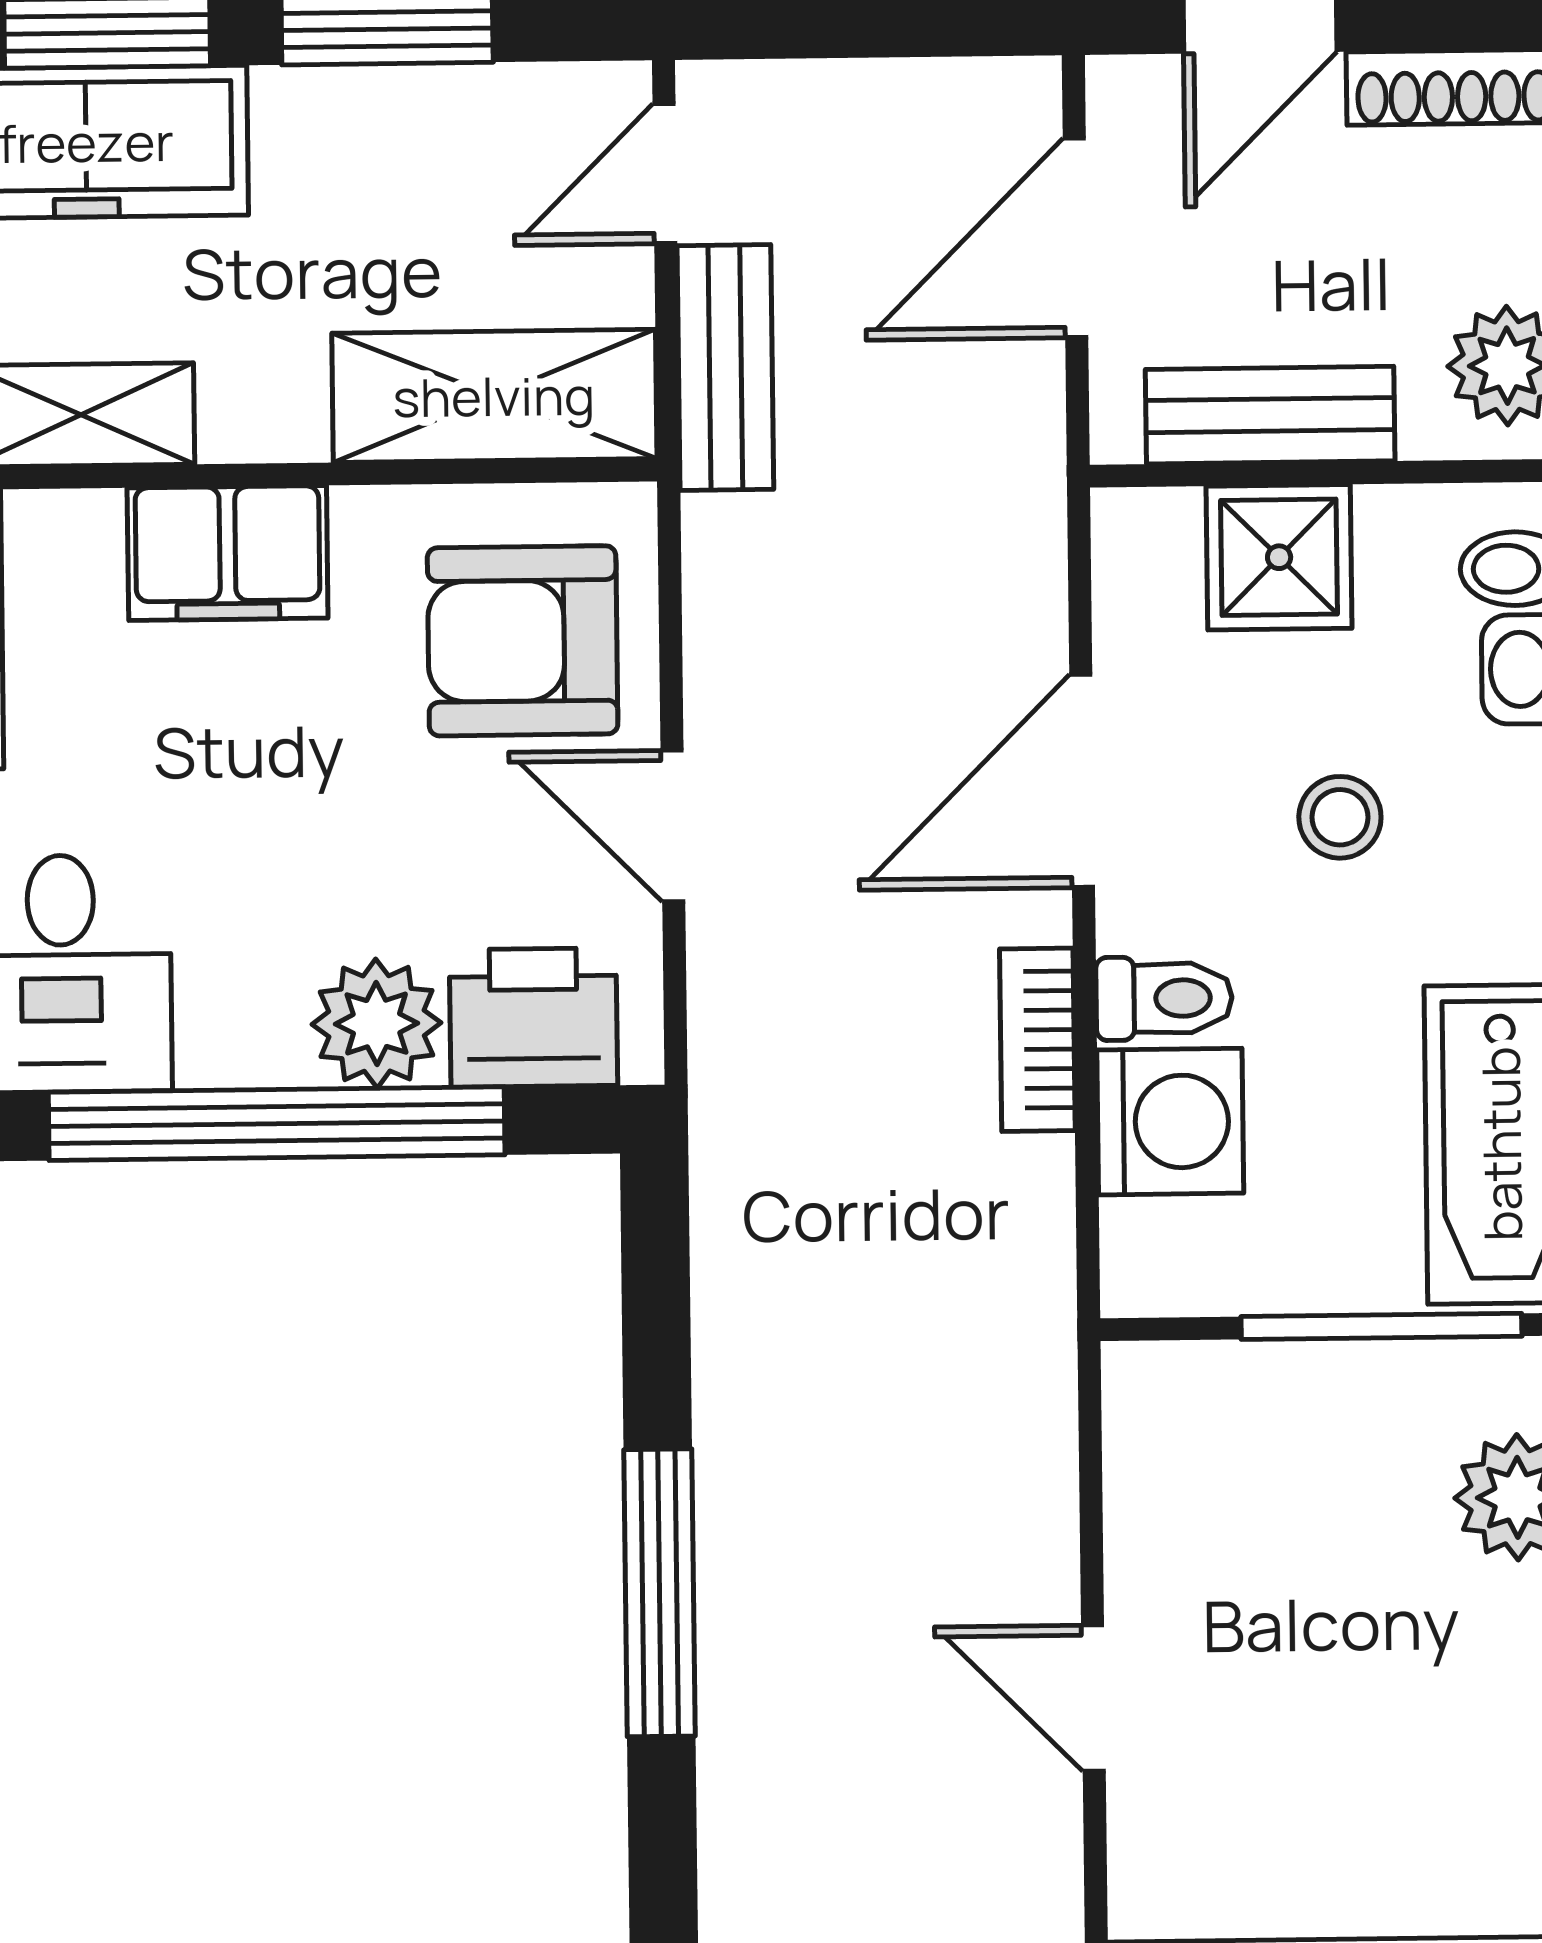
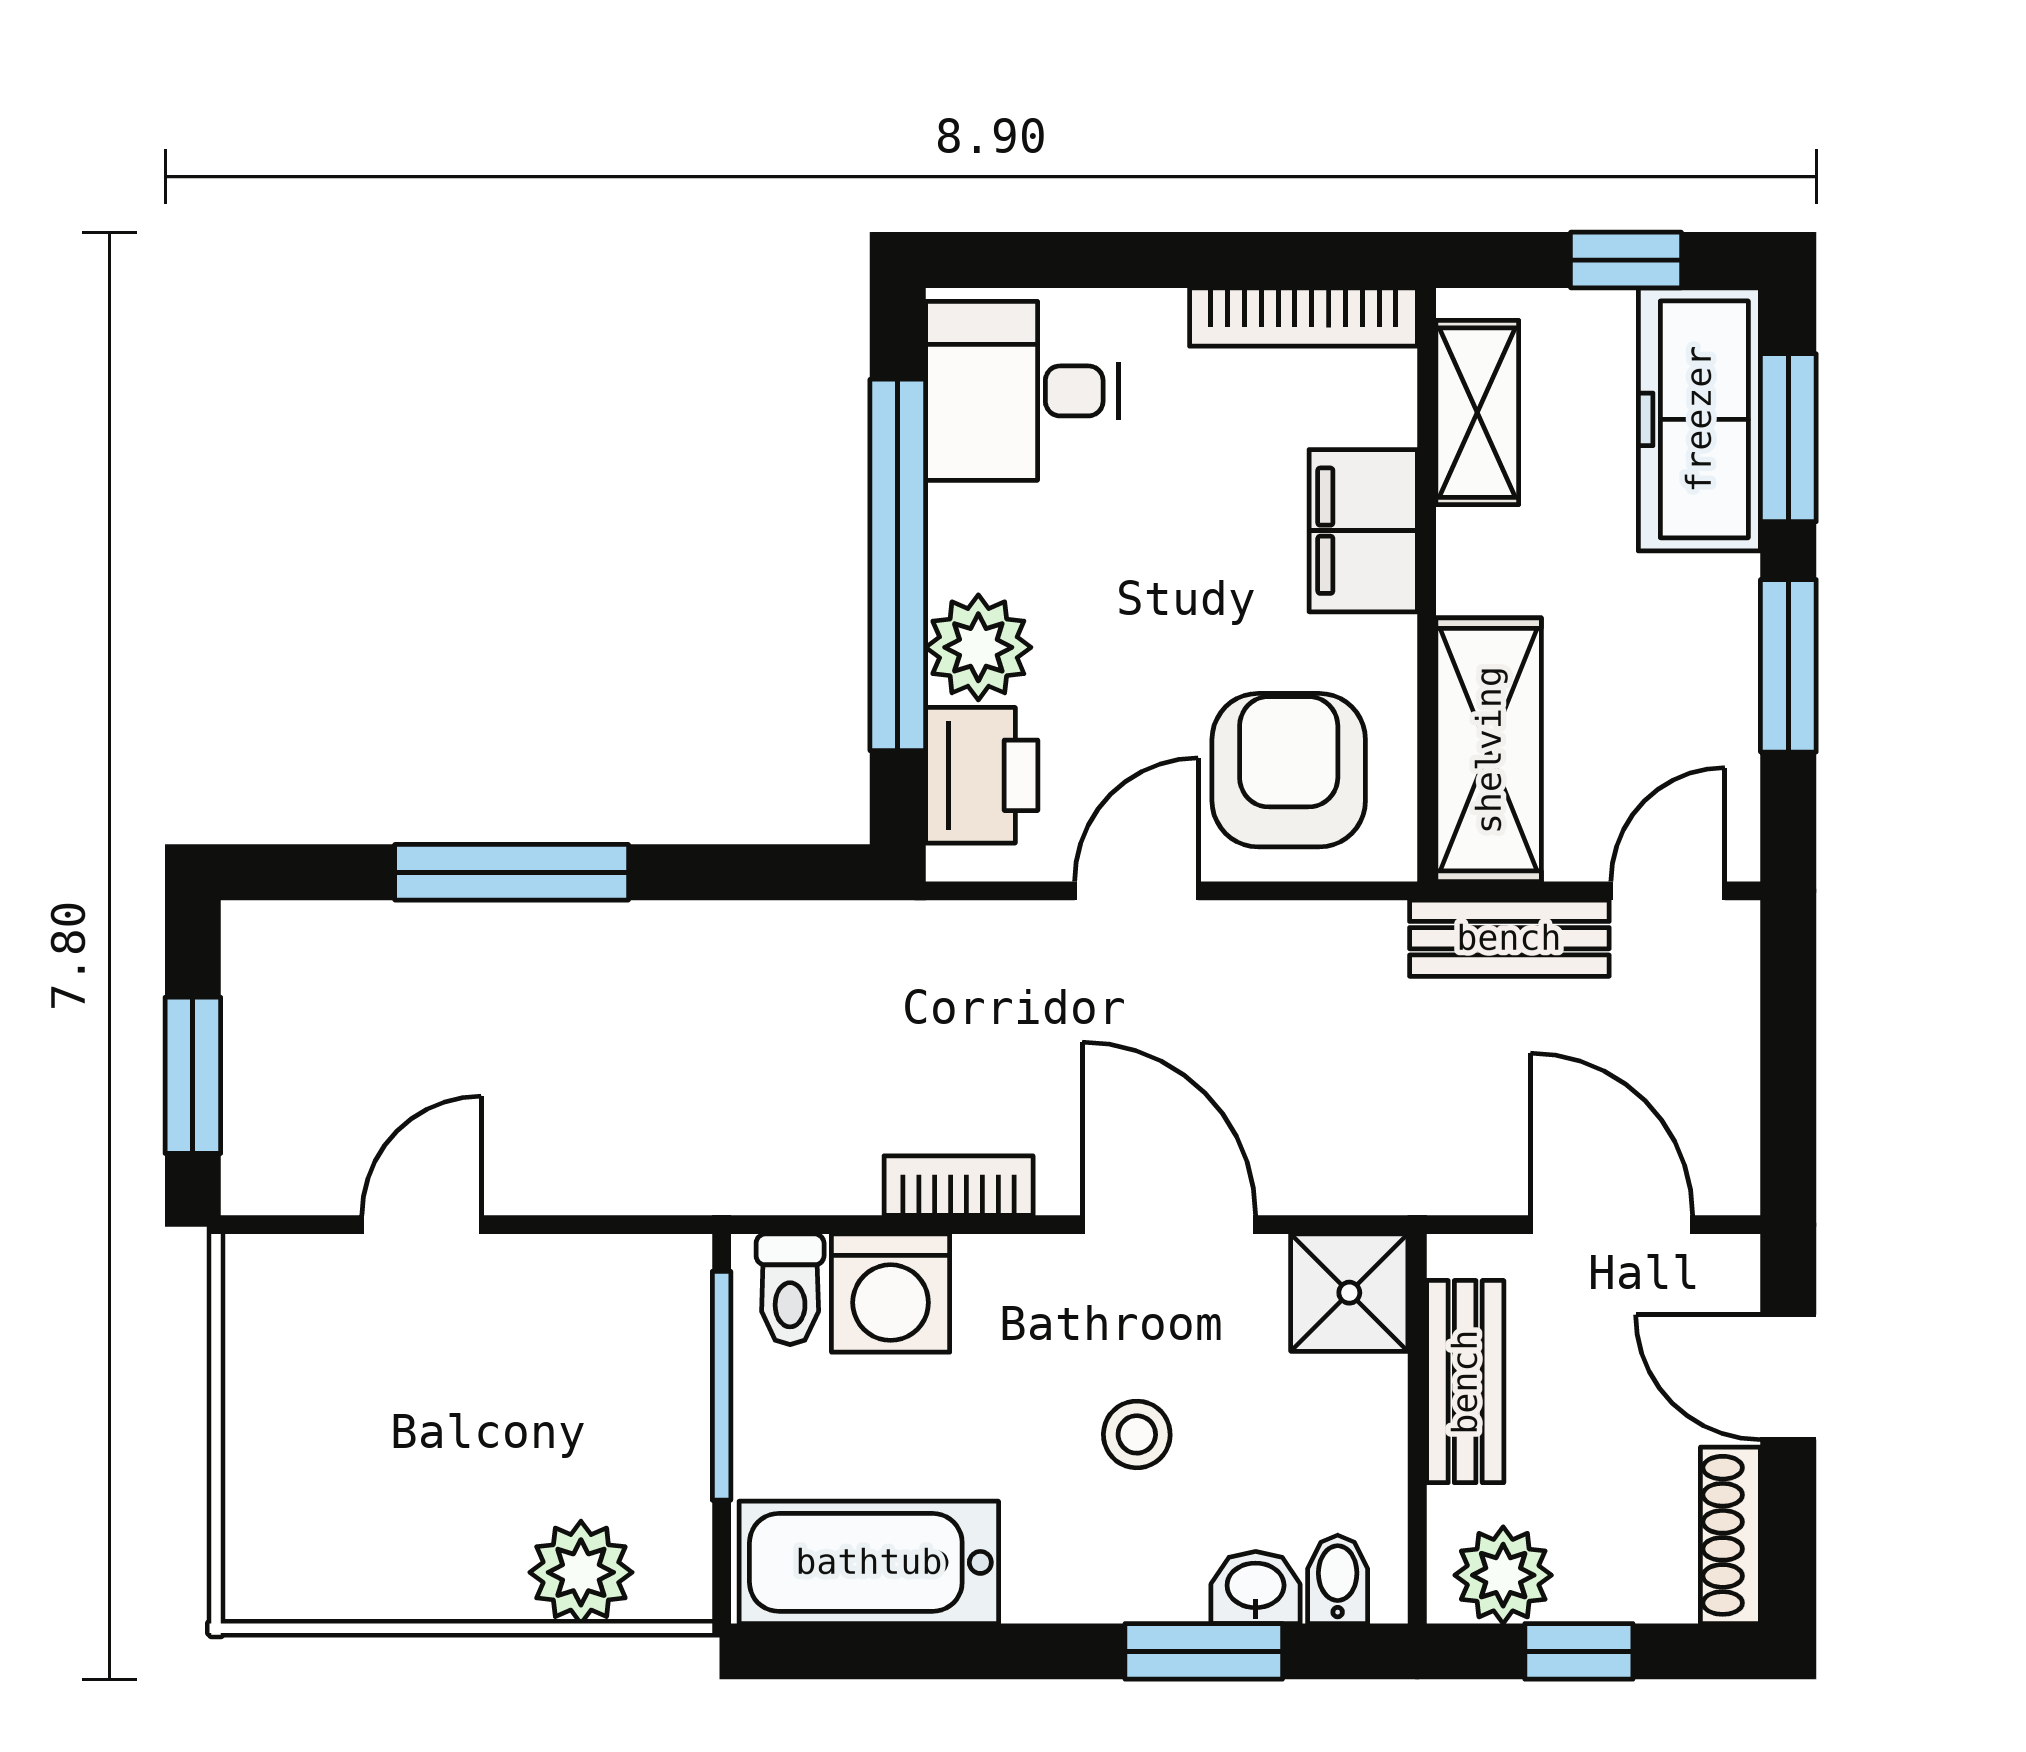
door: (665, 174) -> (1668, 891), hinge flipped
shower: (1279, 557) -> (1349, 1293), moved
toilet: (1164, 998) -> (790, 1289), moved
window: (1381, 1326) -> (722, 1386), moved

